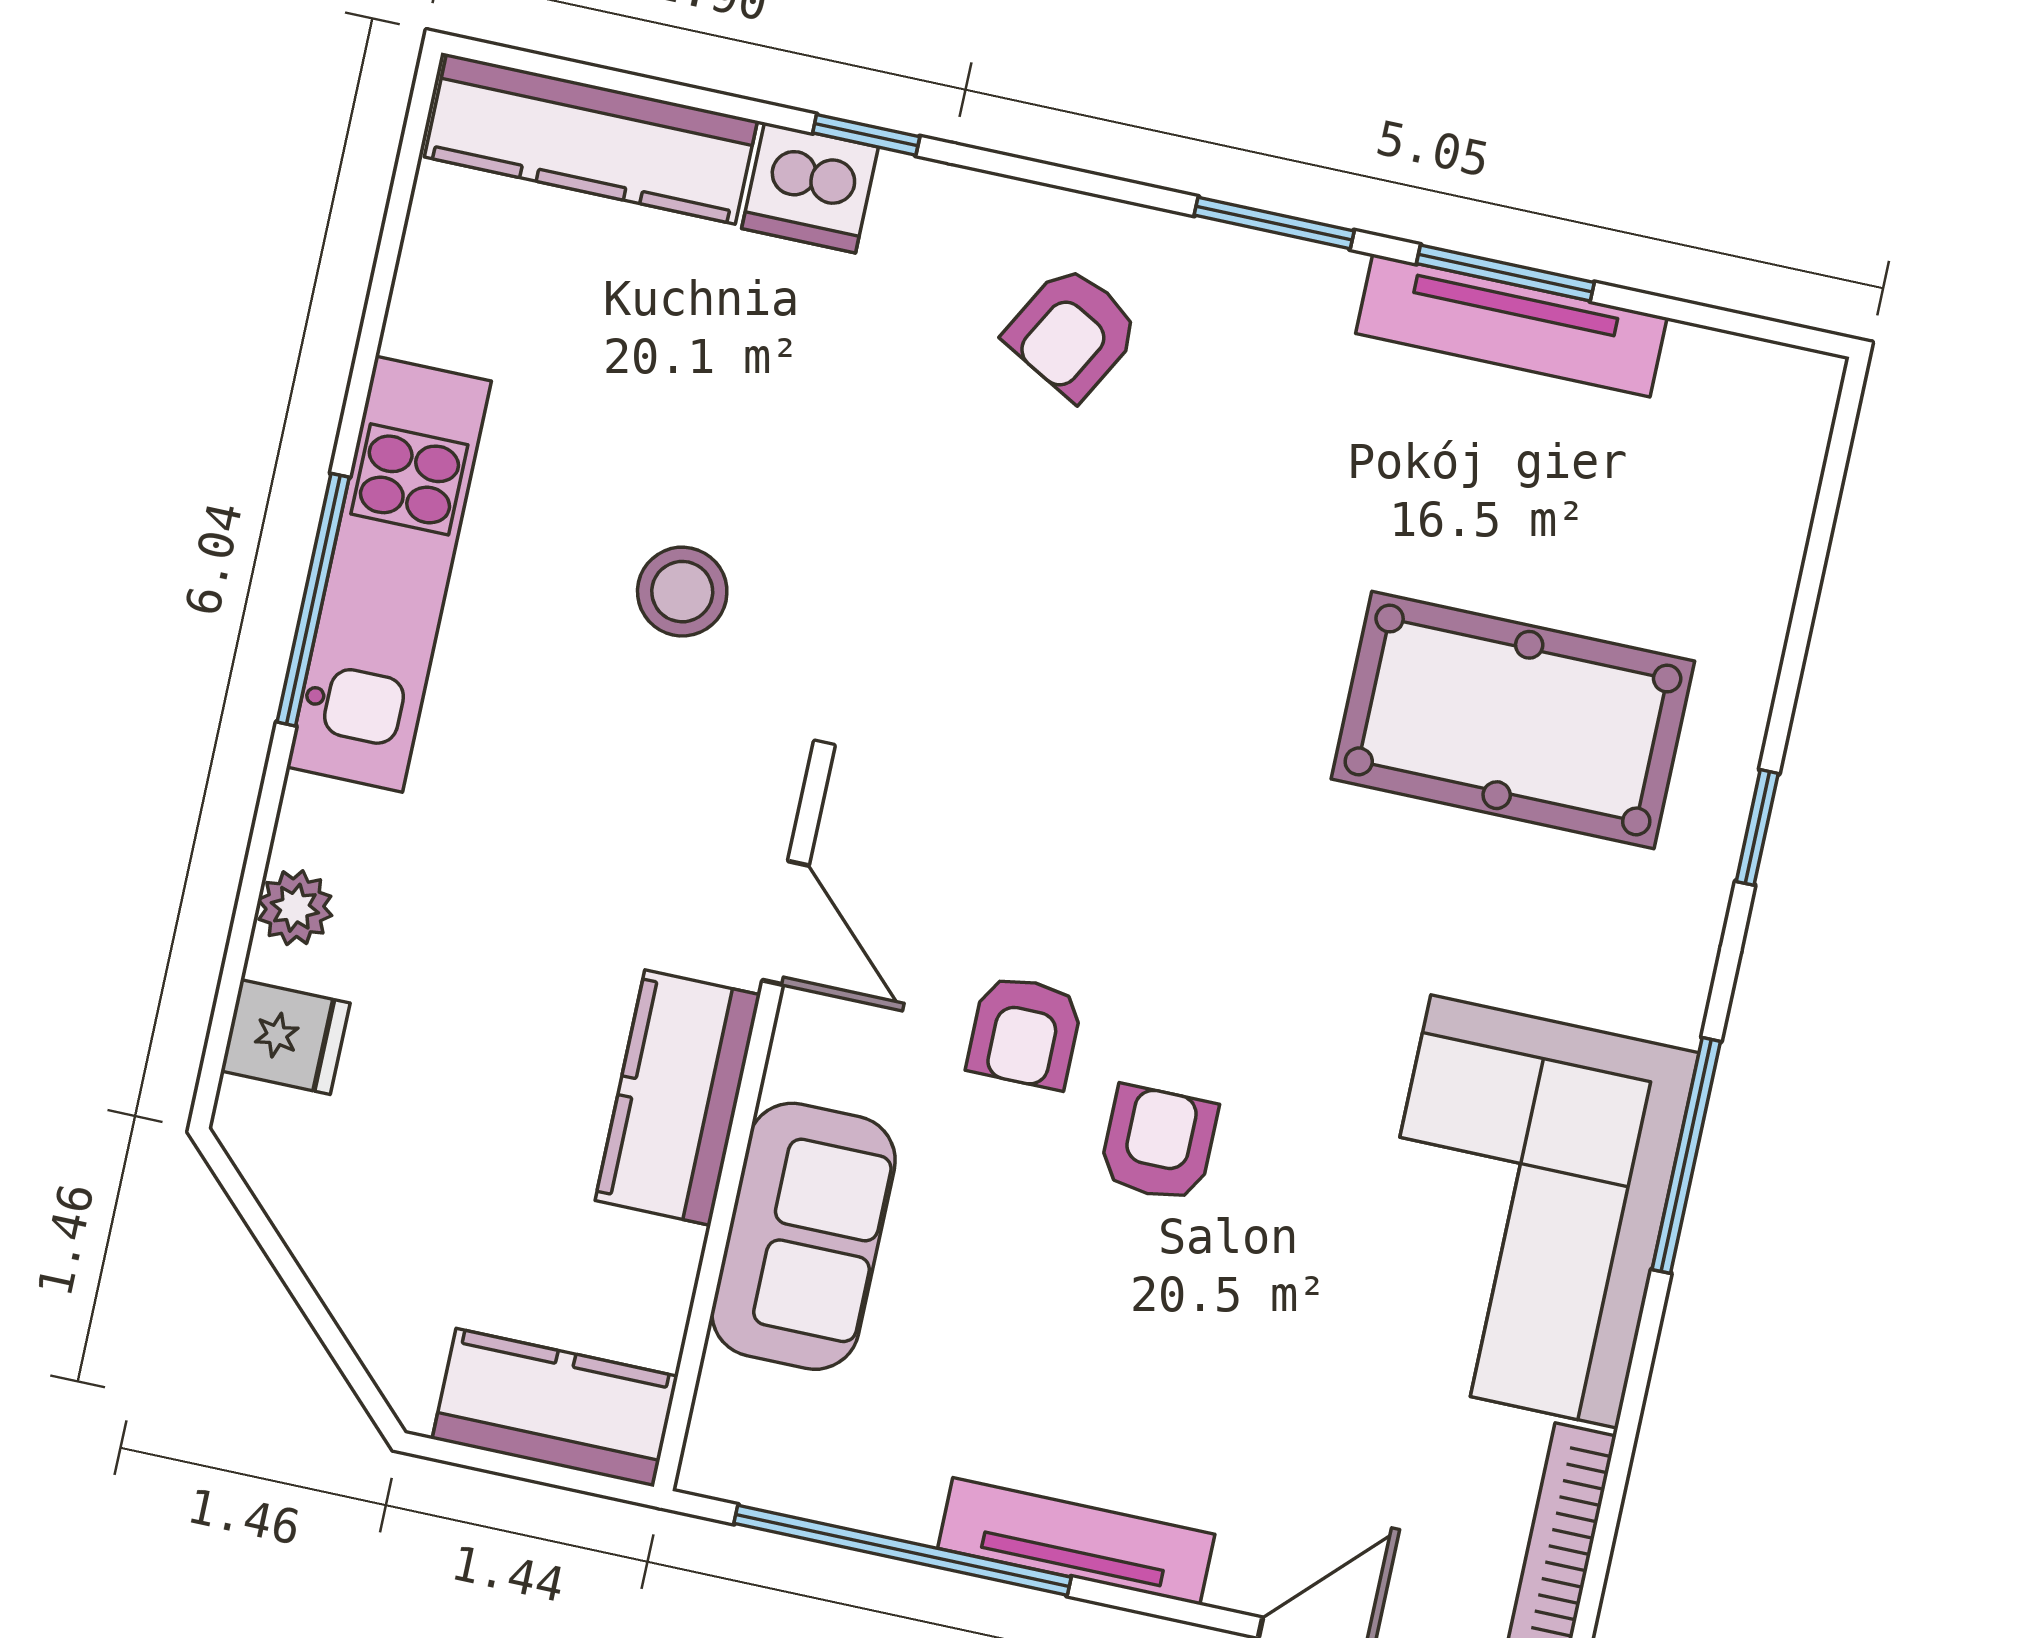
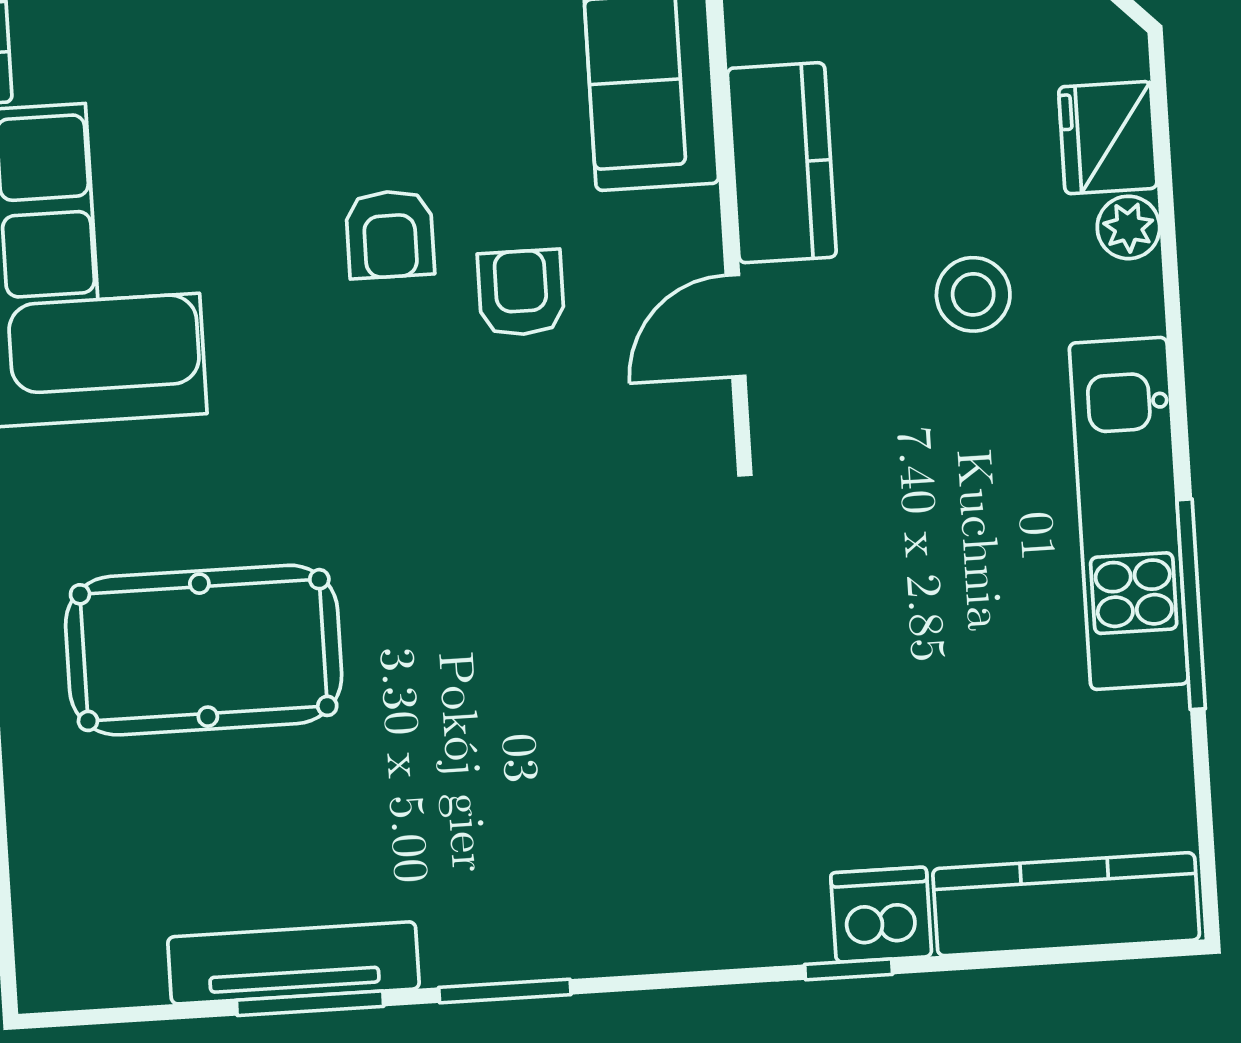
armchair: (1072, 332) -> (640, 859), removed
stool: (682, 592) -> (973, 294), moved
window: (313, 600) -> (1191, 604), moved
door: (785, 923) -> (736, 326), hinge flipped
fridge: (285, 1037) -> (1108, 138), width x1.38

